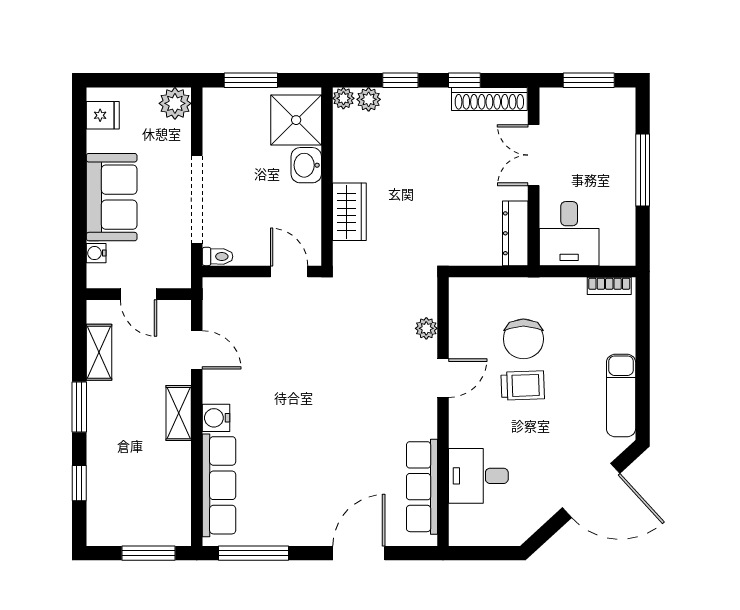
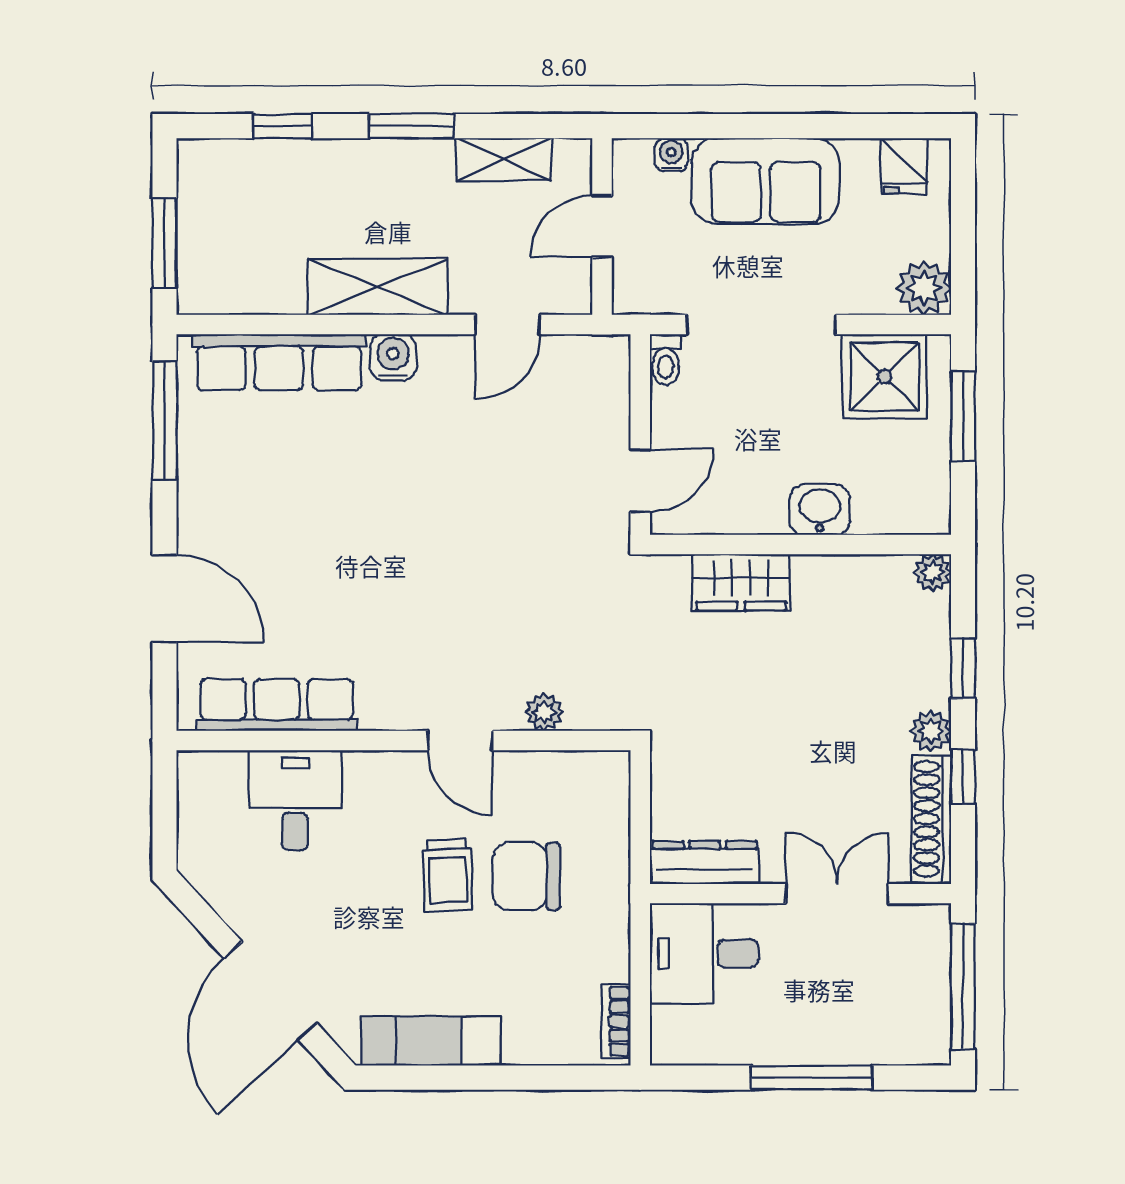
window: (589, 80) -> (963, 987), width x1.44
plant: (369, 99) -> (931, 731), moved
shower: (296, 120) -> (885, 377), moved
shelving: (179, 413) -> (378, 287), width x1.50, depth x1.33

